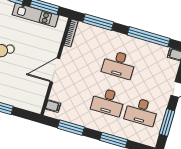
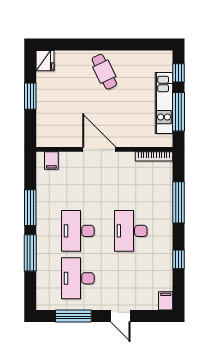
window: (98, 22) -> (178, 202), moved
window: (149, 37) -> (178, 259), width x0.32
window: (71, 128) -> (30, 208), moved

